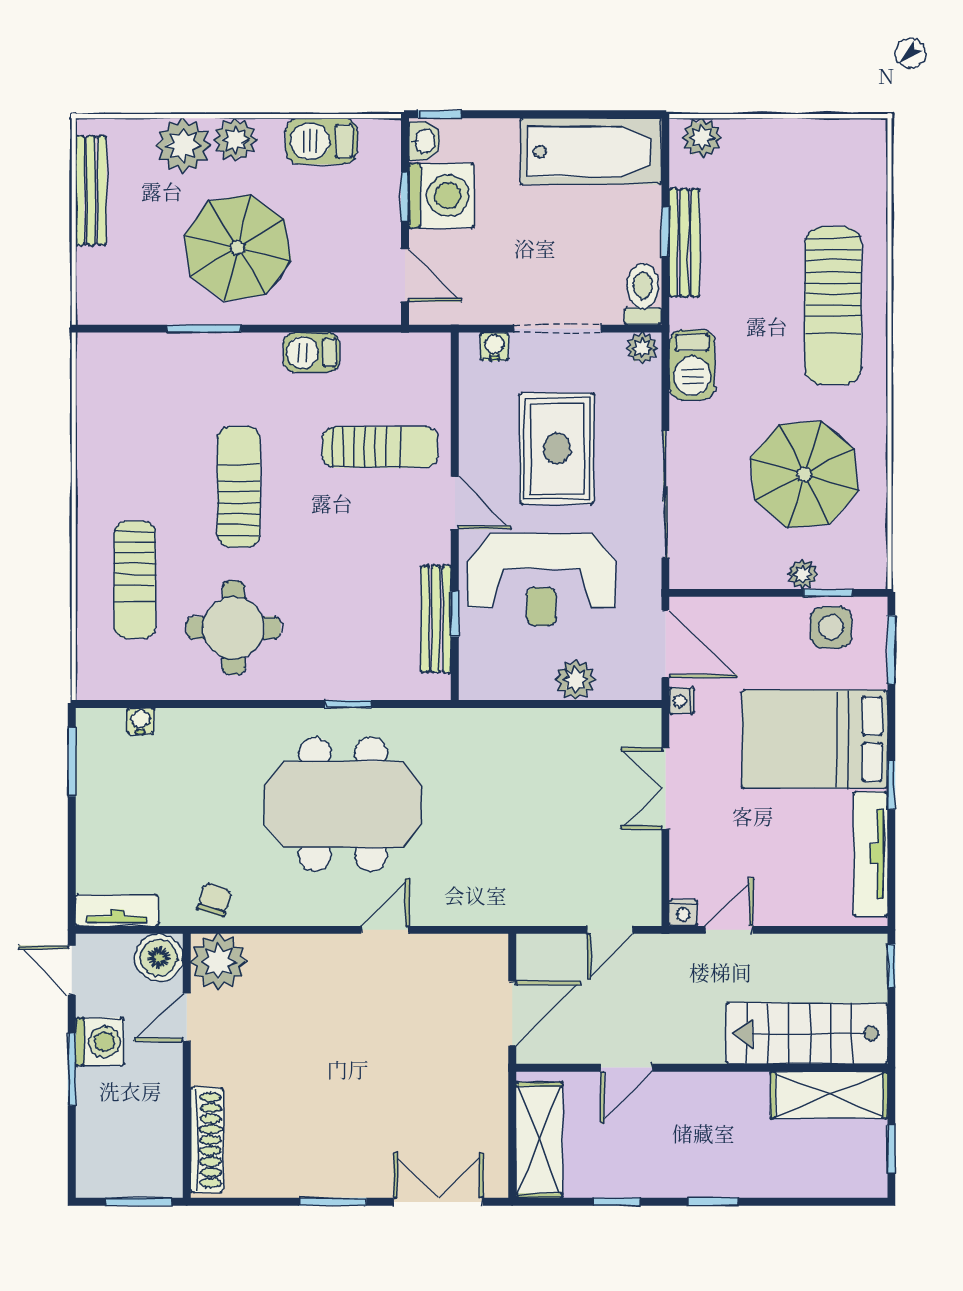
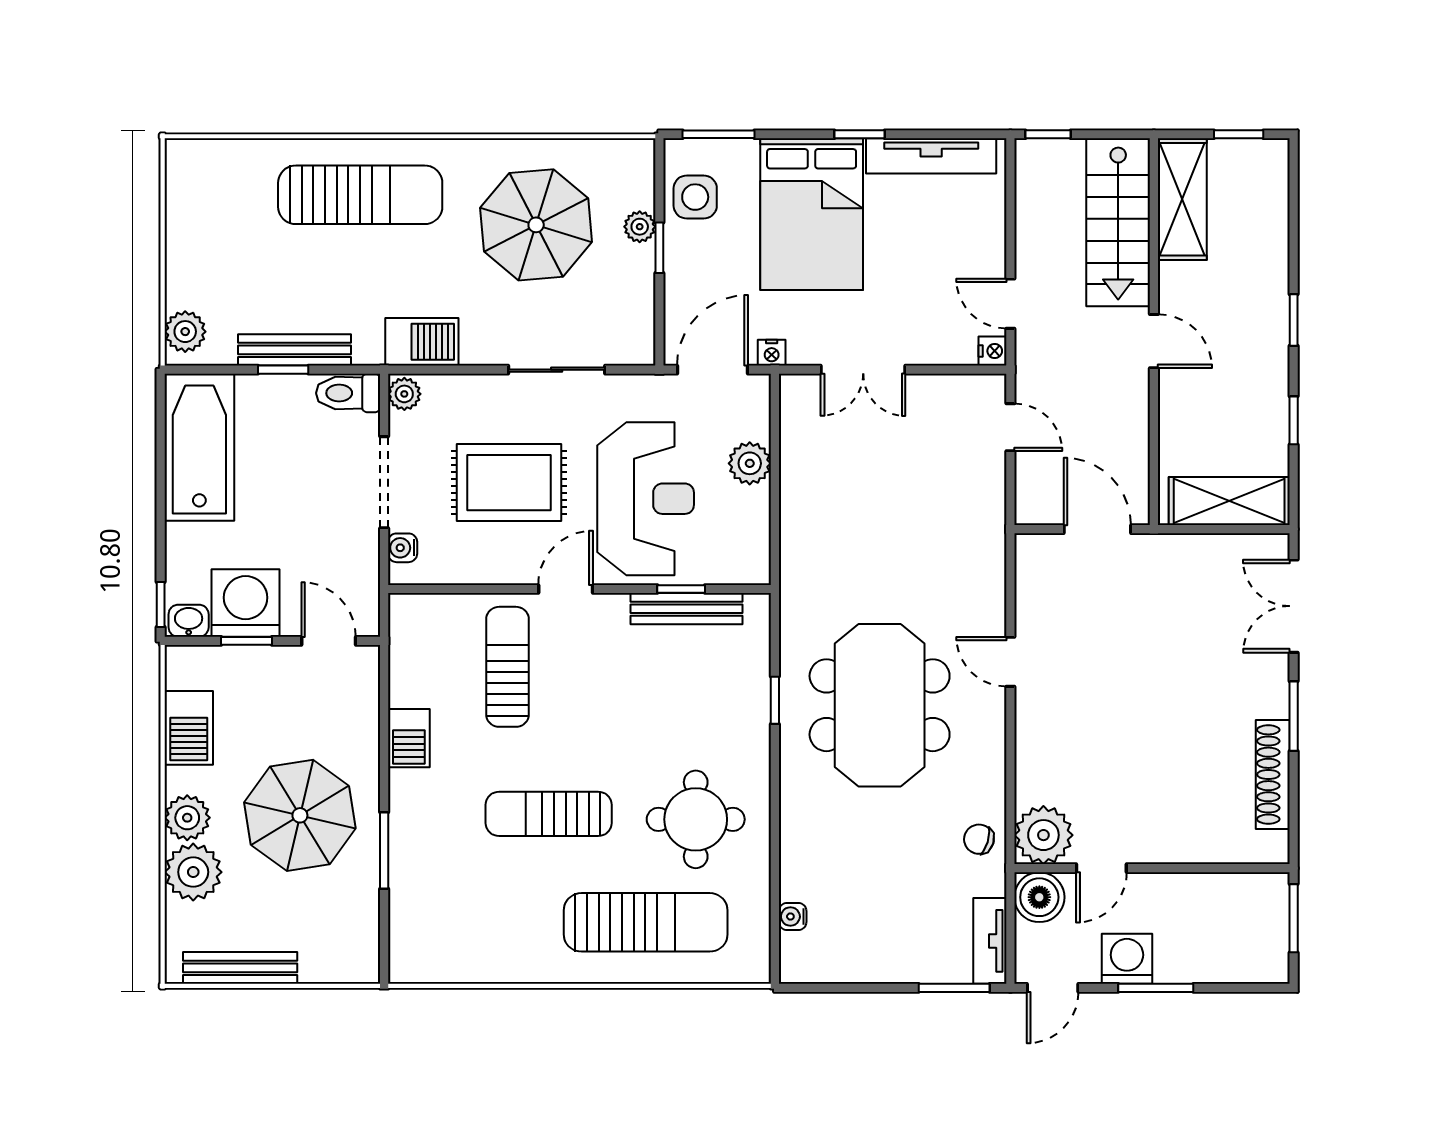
door: (405, 275) -> (329, 641), hinge flipped
sliding door: (665, 494) -> (557, 370), width x0.73
sun lounger: (135, 580) -> (646, 922), width x1.36, depth x1.34
window: (828, 593) -> (659, 248), moved
window: (72, 762) -> (954, 988), moved
door: (187, 1017) -> (1101, 868), hinge flipped
door: (627, 1068) -> (1154, 341), moved
shoe rack: (207, 1140) -> (1273, 774), moved, turned -90

